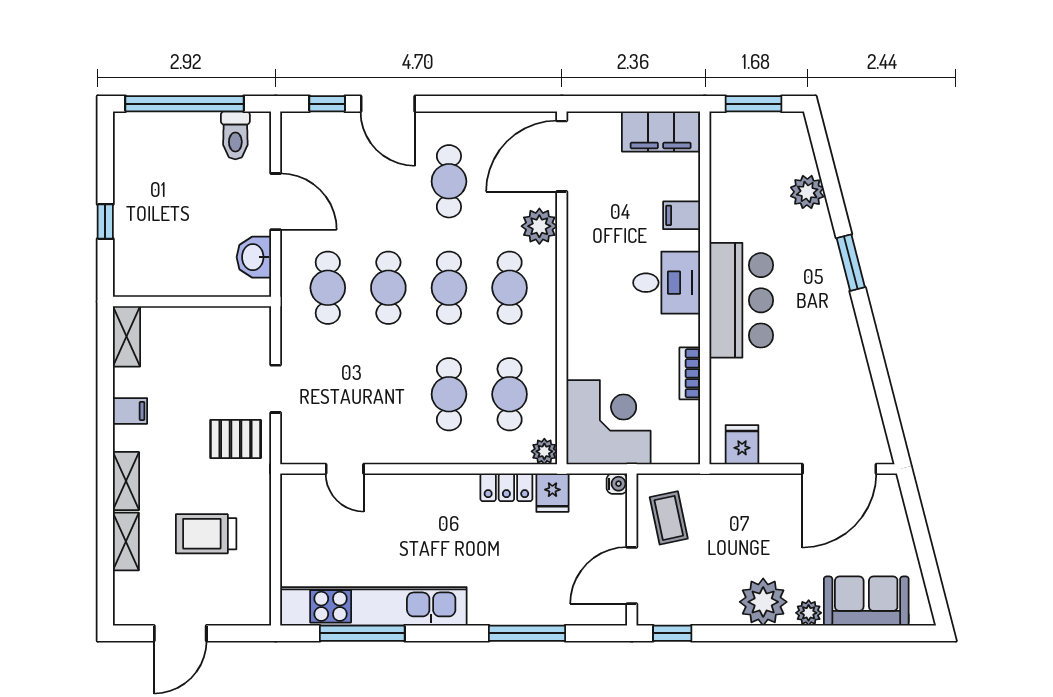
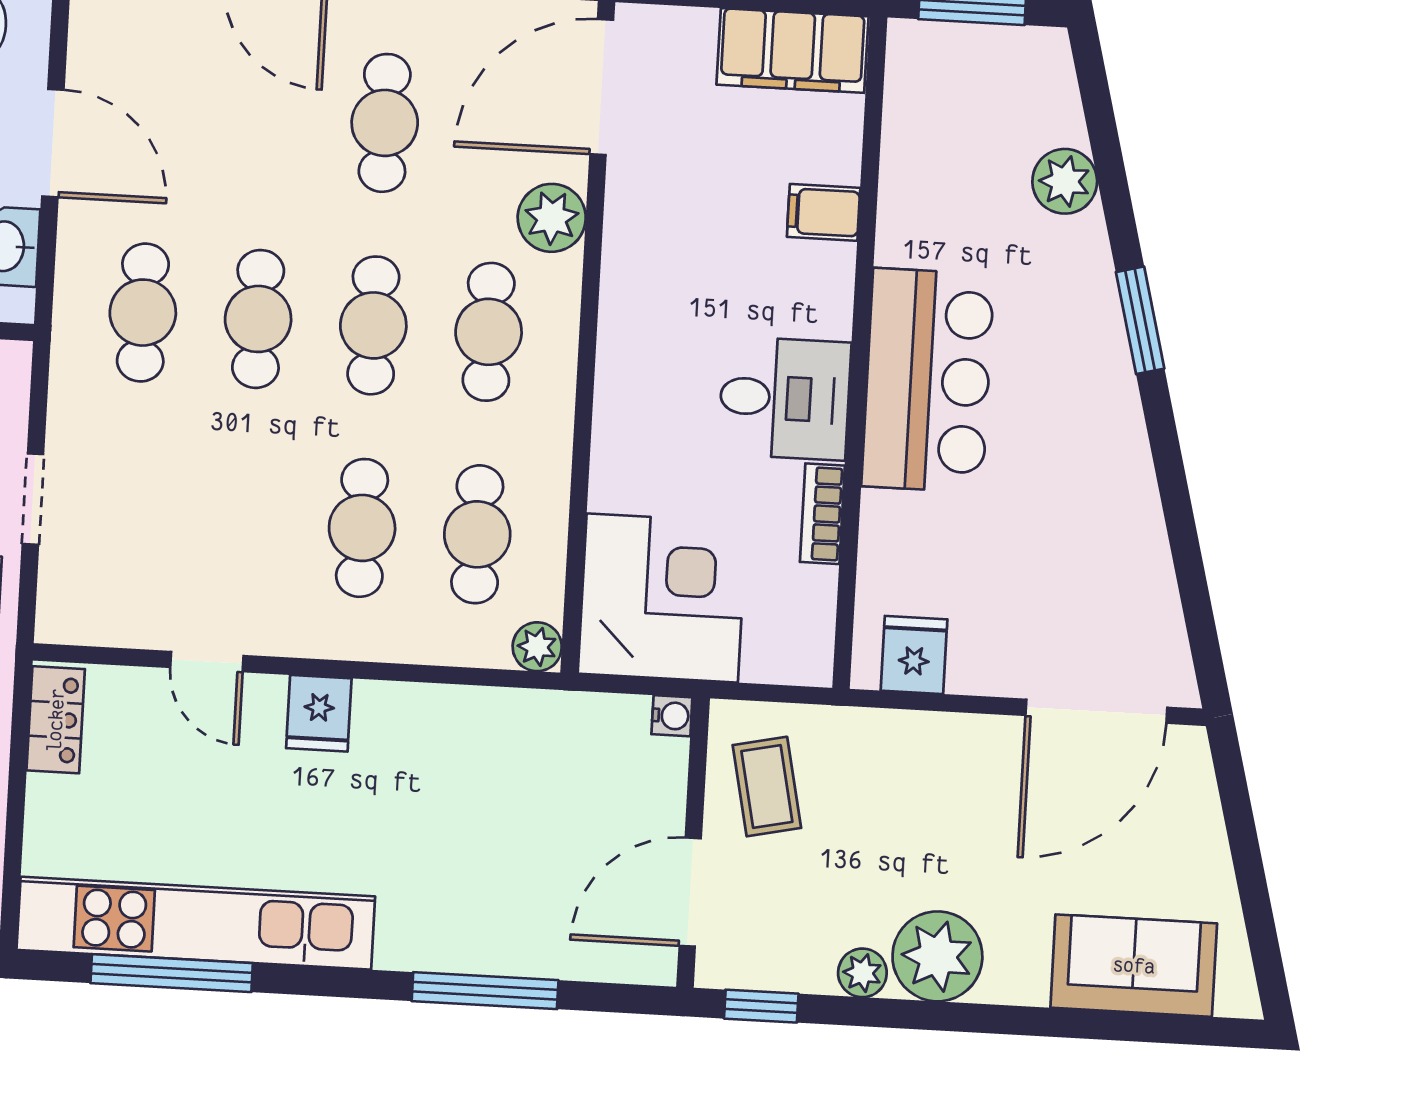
desk: (667, 283) -> (785, 398), moved
door: (345, 469) -> (207, 662), moved
locker: (506, 487) -> (56, 720), moved, turned -90
fridge: (552, 493) -> (319, 713), moved
plant: (809, 613) -> (862, 973), moved

